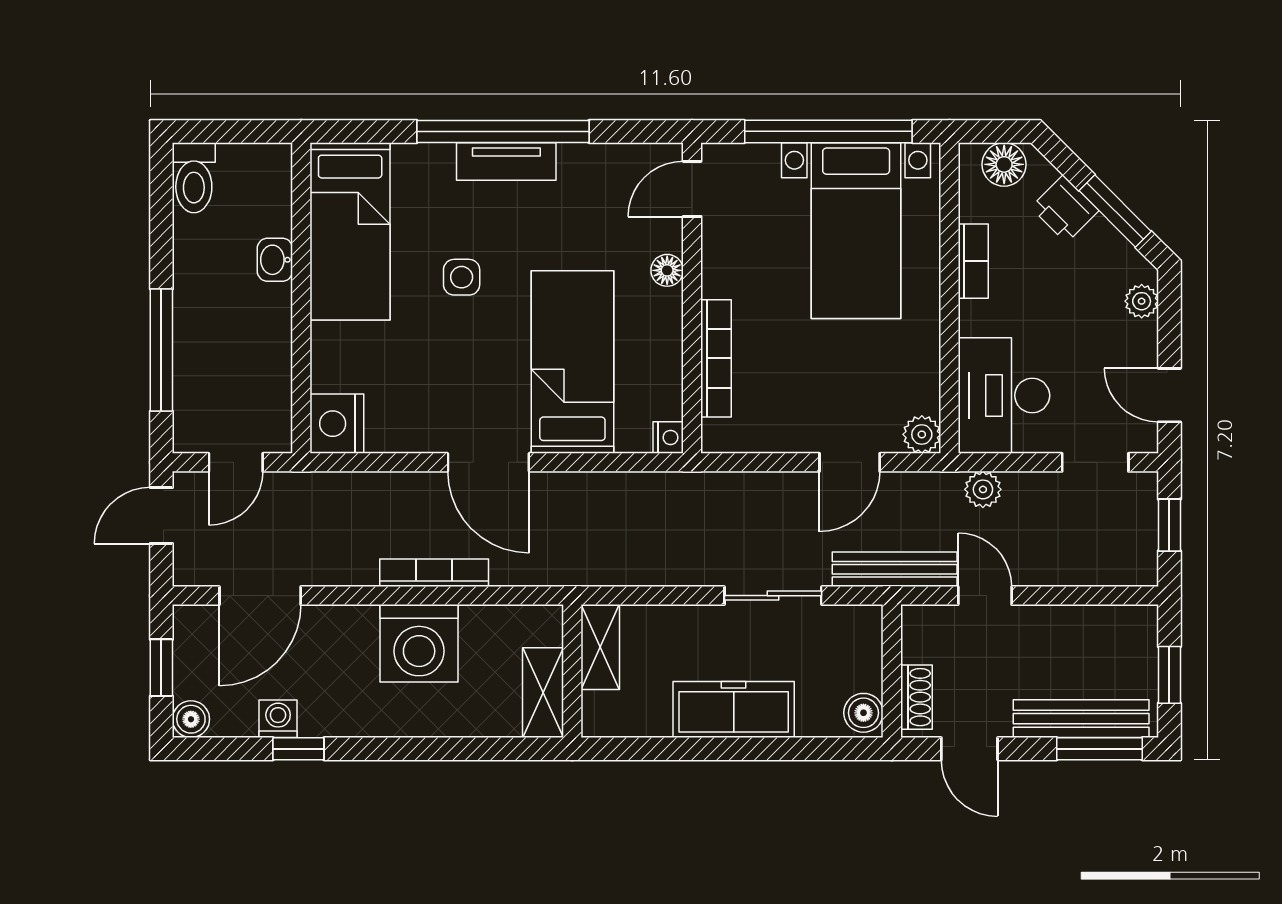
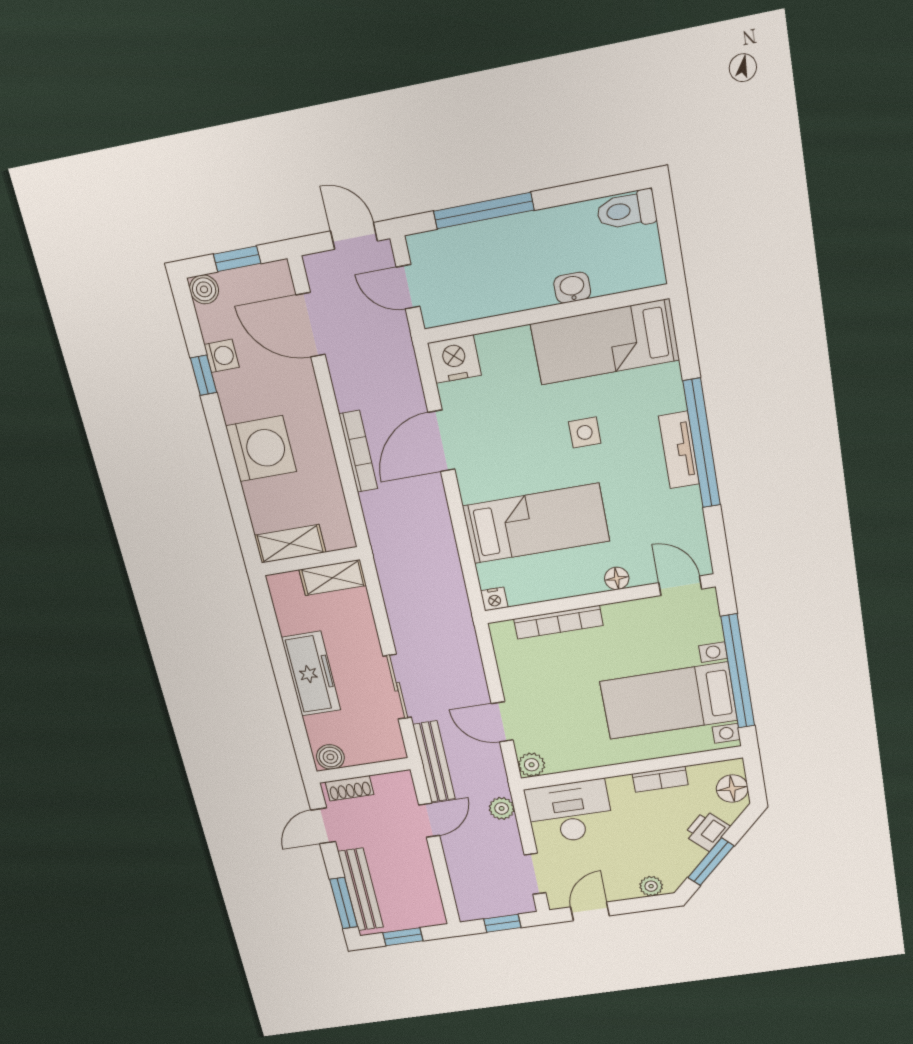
door: (488, 462) -> (441, 441), moved
washing machine: (419, 643) -> (261, 449), moved, turned 180

